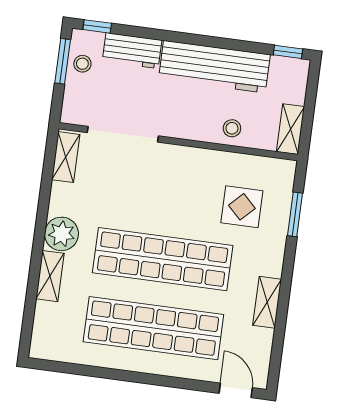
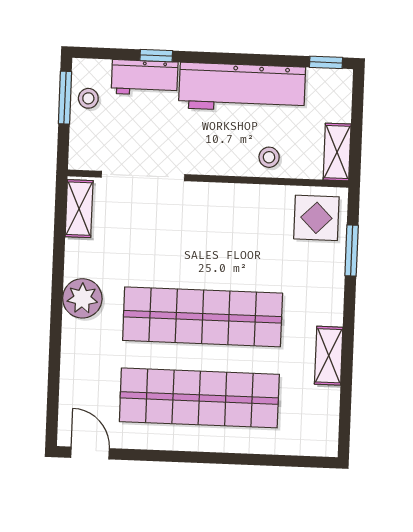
window: (97, 26) -> (156, 56), moved
display table: (242, 207) -> (316, 218), moved
shelving: (50, 276) -> (74, 349), removed
door: (236, 390) -> (90, 453), moved

